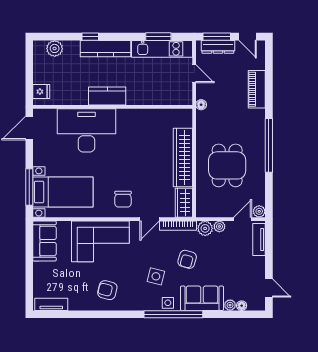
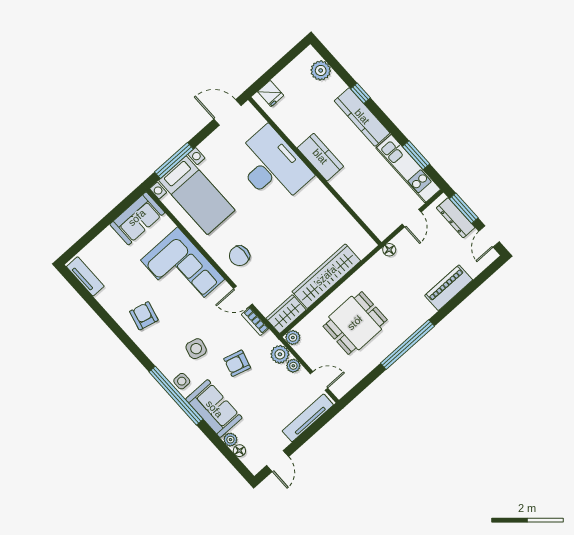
plant: (259, 211) -> (293, 338), moved
bookcase: (178, 226) -> (255, 321), width x0.64
tv unit: (259, 239) -> (308, 418), width x1.41

